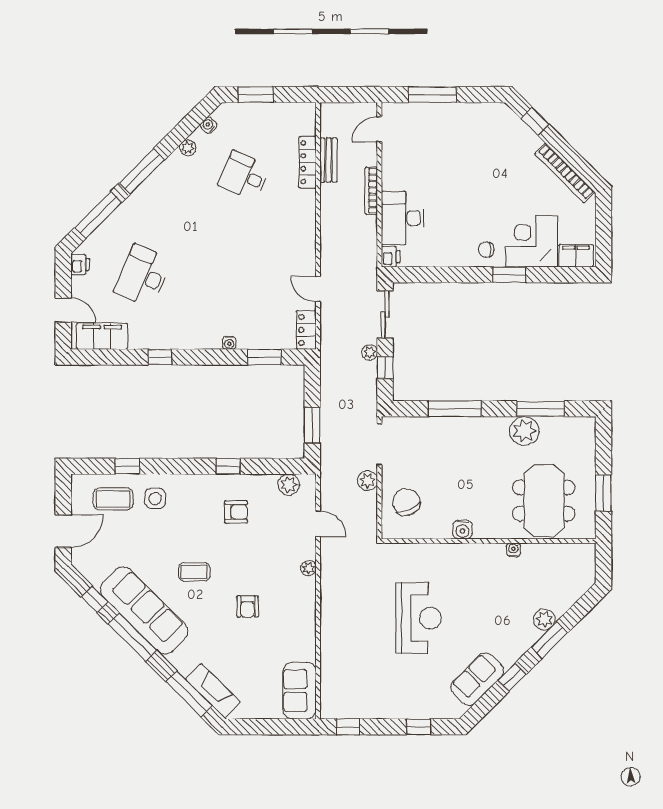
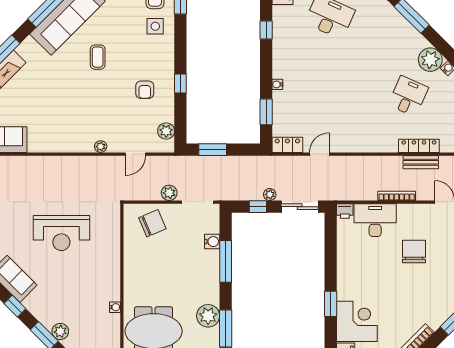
plant: (188, 148) -> (430, 60), width x1.87, depth x1.87
chair: (486, 249) -> (414, 252), moved, width x1.87, depth x1.87
water cooler: (462, 530) -> (212, 242), moved, turned 180
armchair: (248, 606) -> (71, 99), removed

